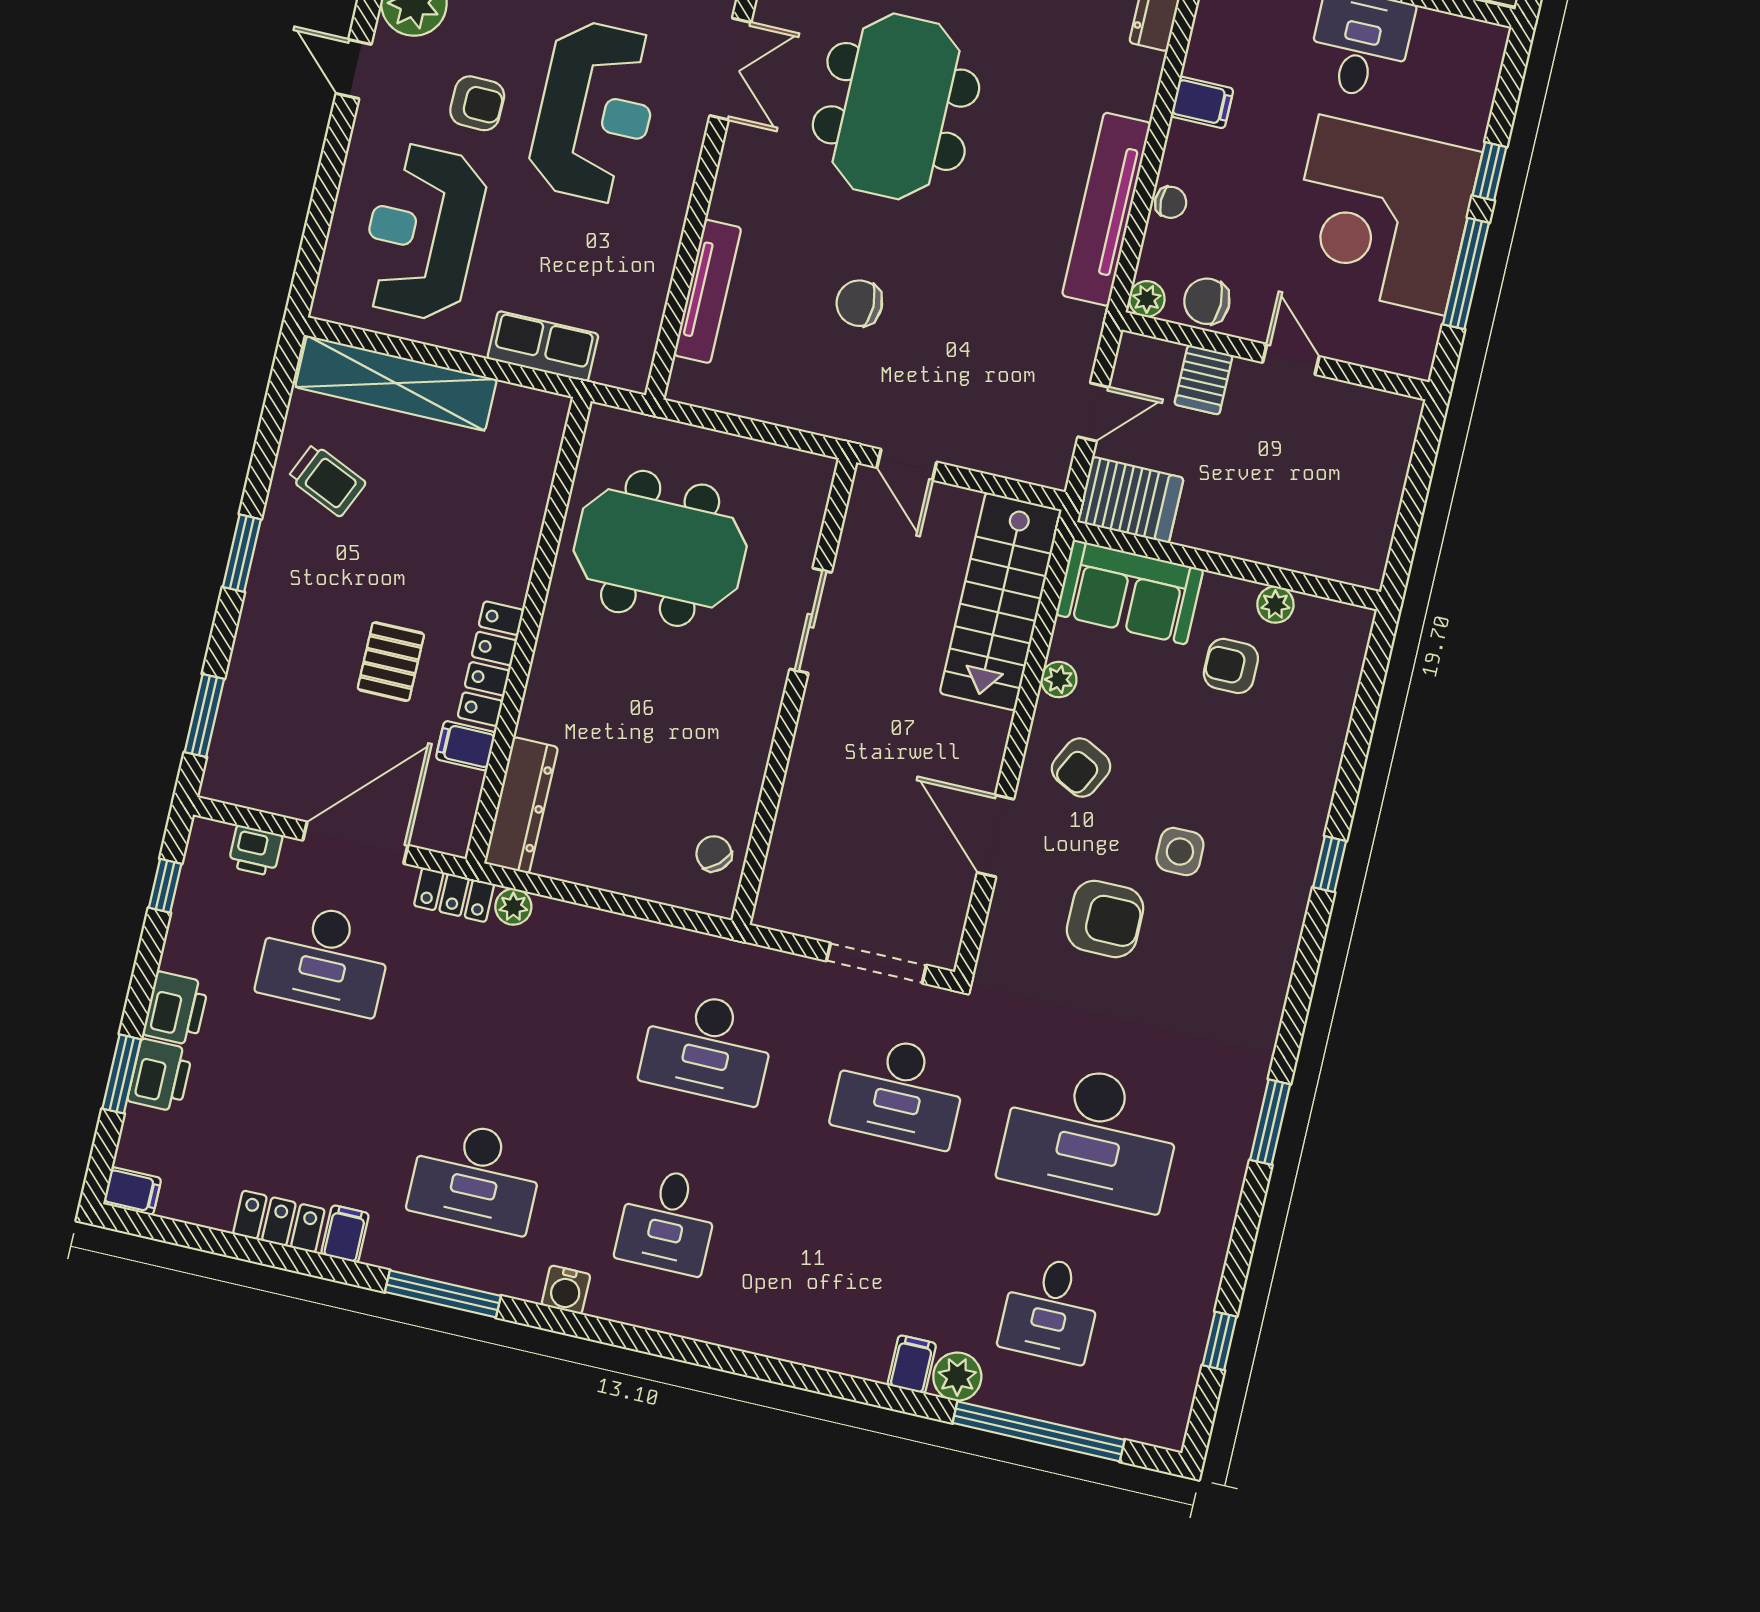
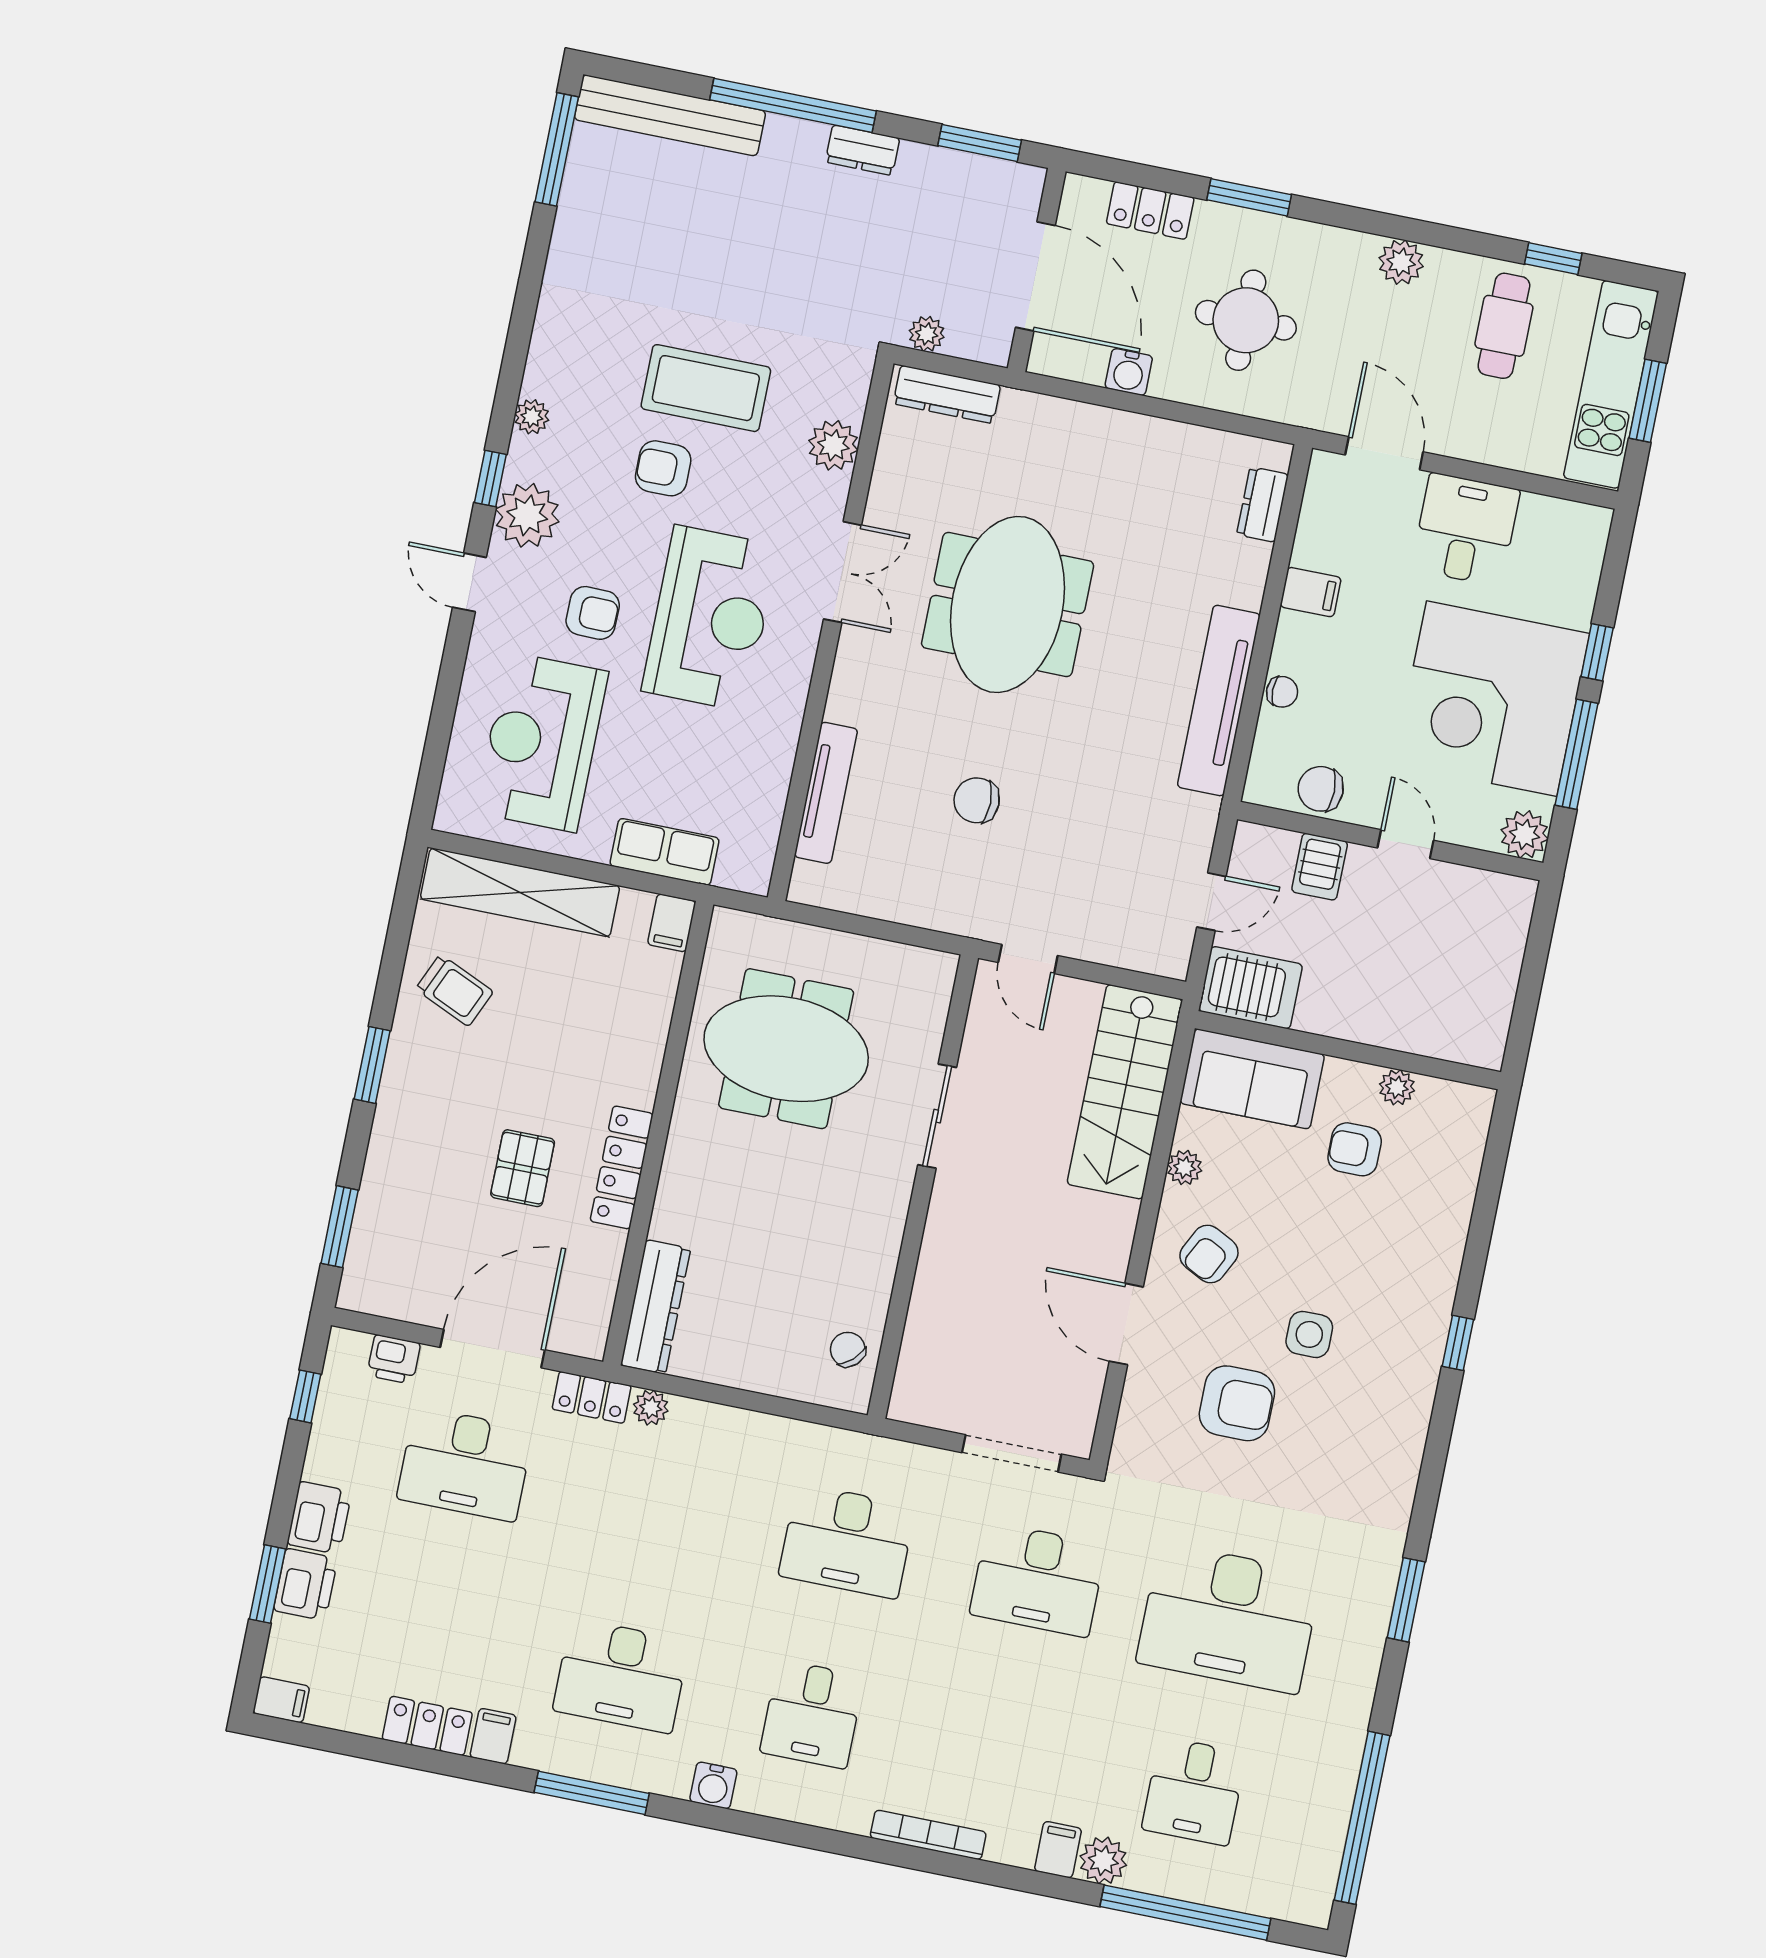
plant: (1147, 299) -> (1525, 834), moved, width x1.38, depth x1.38
filing cabinet: (466, 746) -> (672, 923), moved, turned -90
window: (1220, 1341) -> (1362, 1818), width x3.17
bookcase: (781, 1346) -> (928, 1835), added

